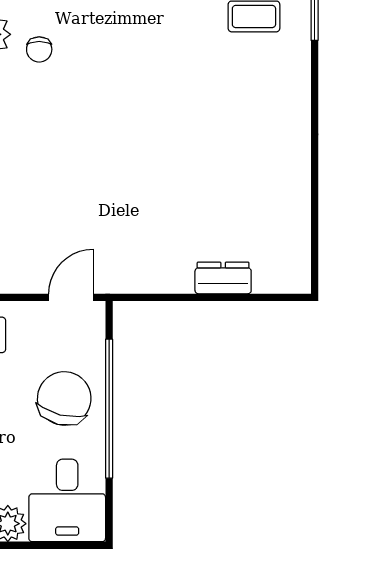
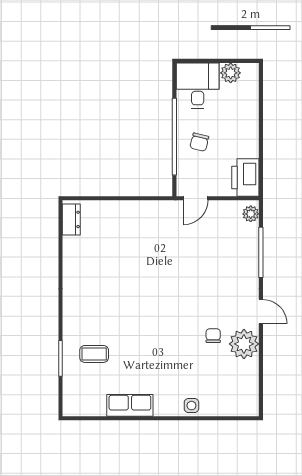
dresser: (223, 278) -> (71, 219), moved, turned -90
chair: (64, 398) -> (199, 142), width x0.54, depth x0.54

